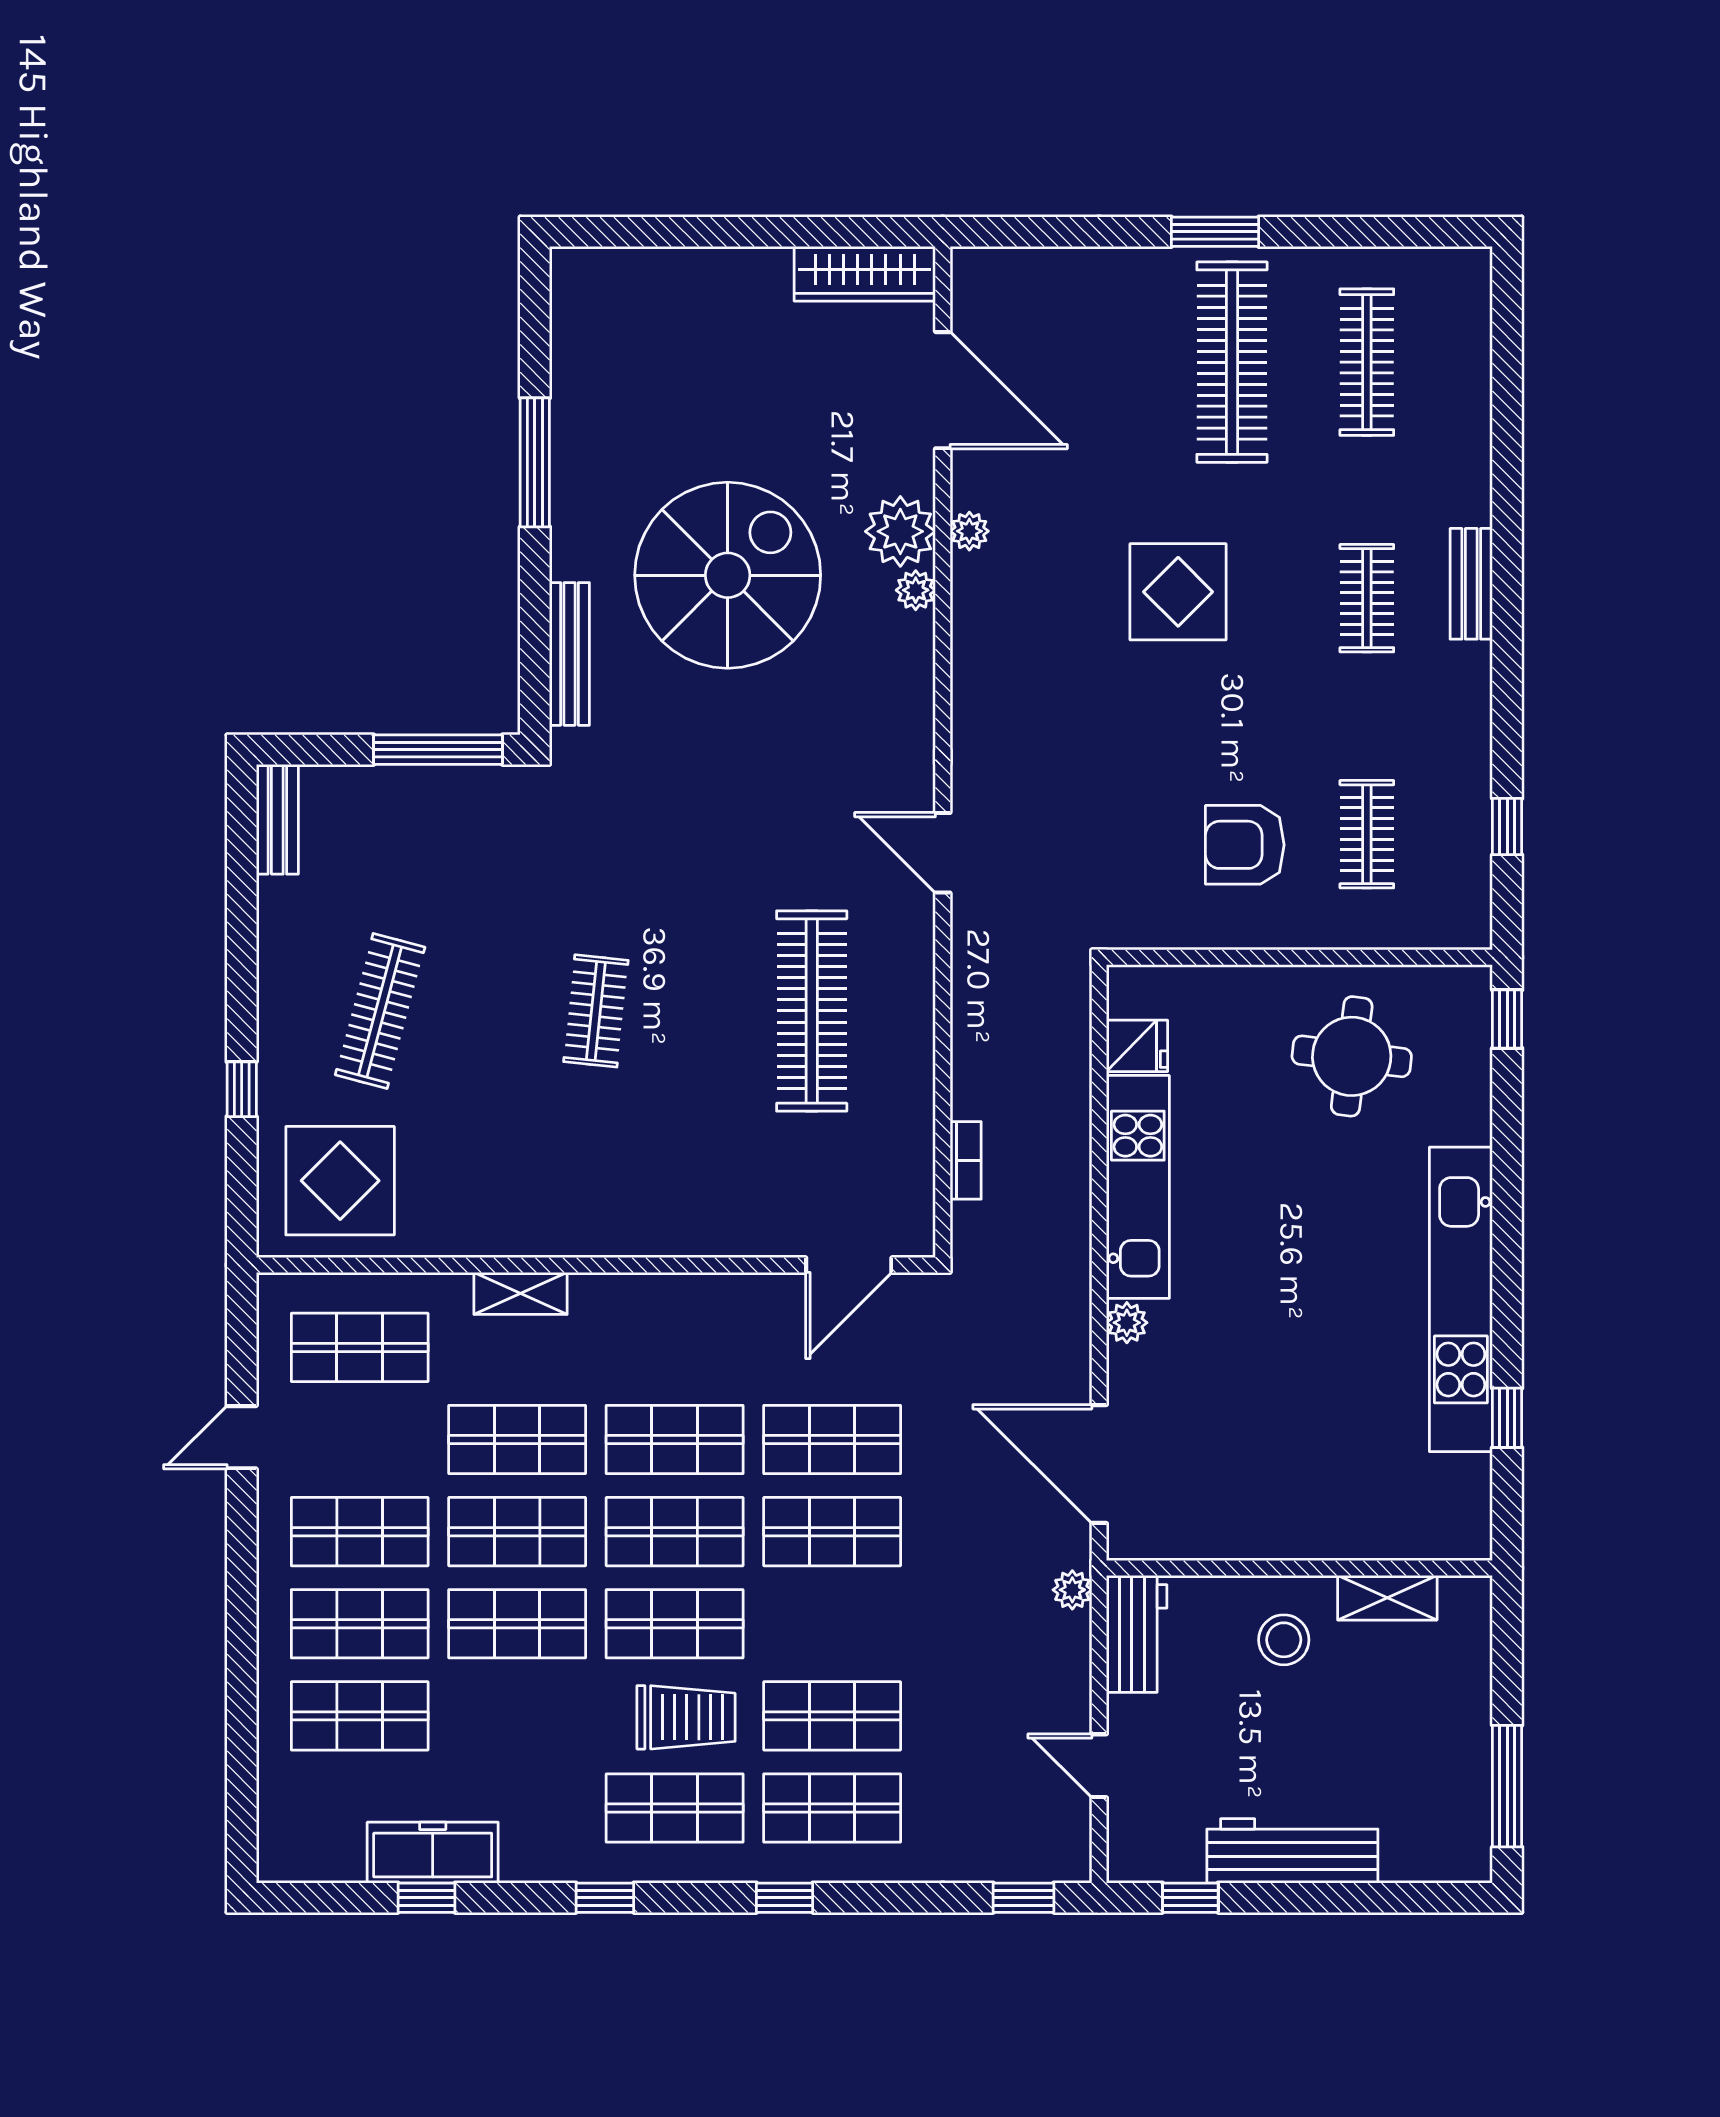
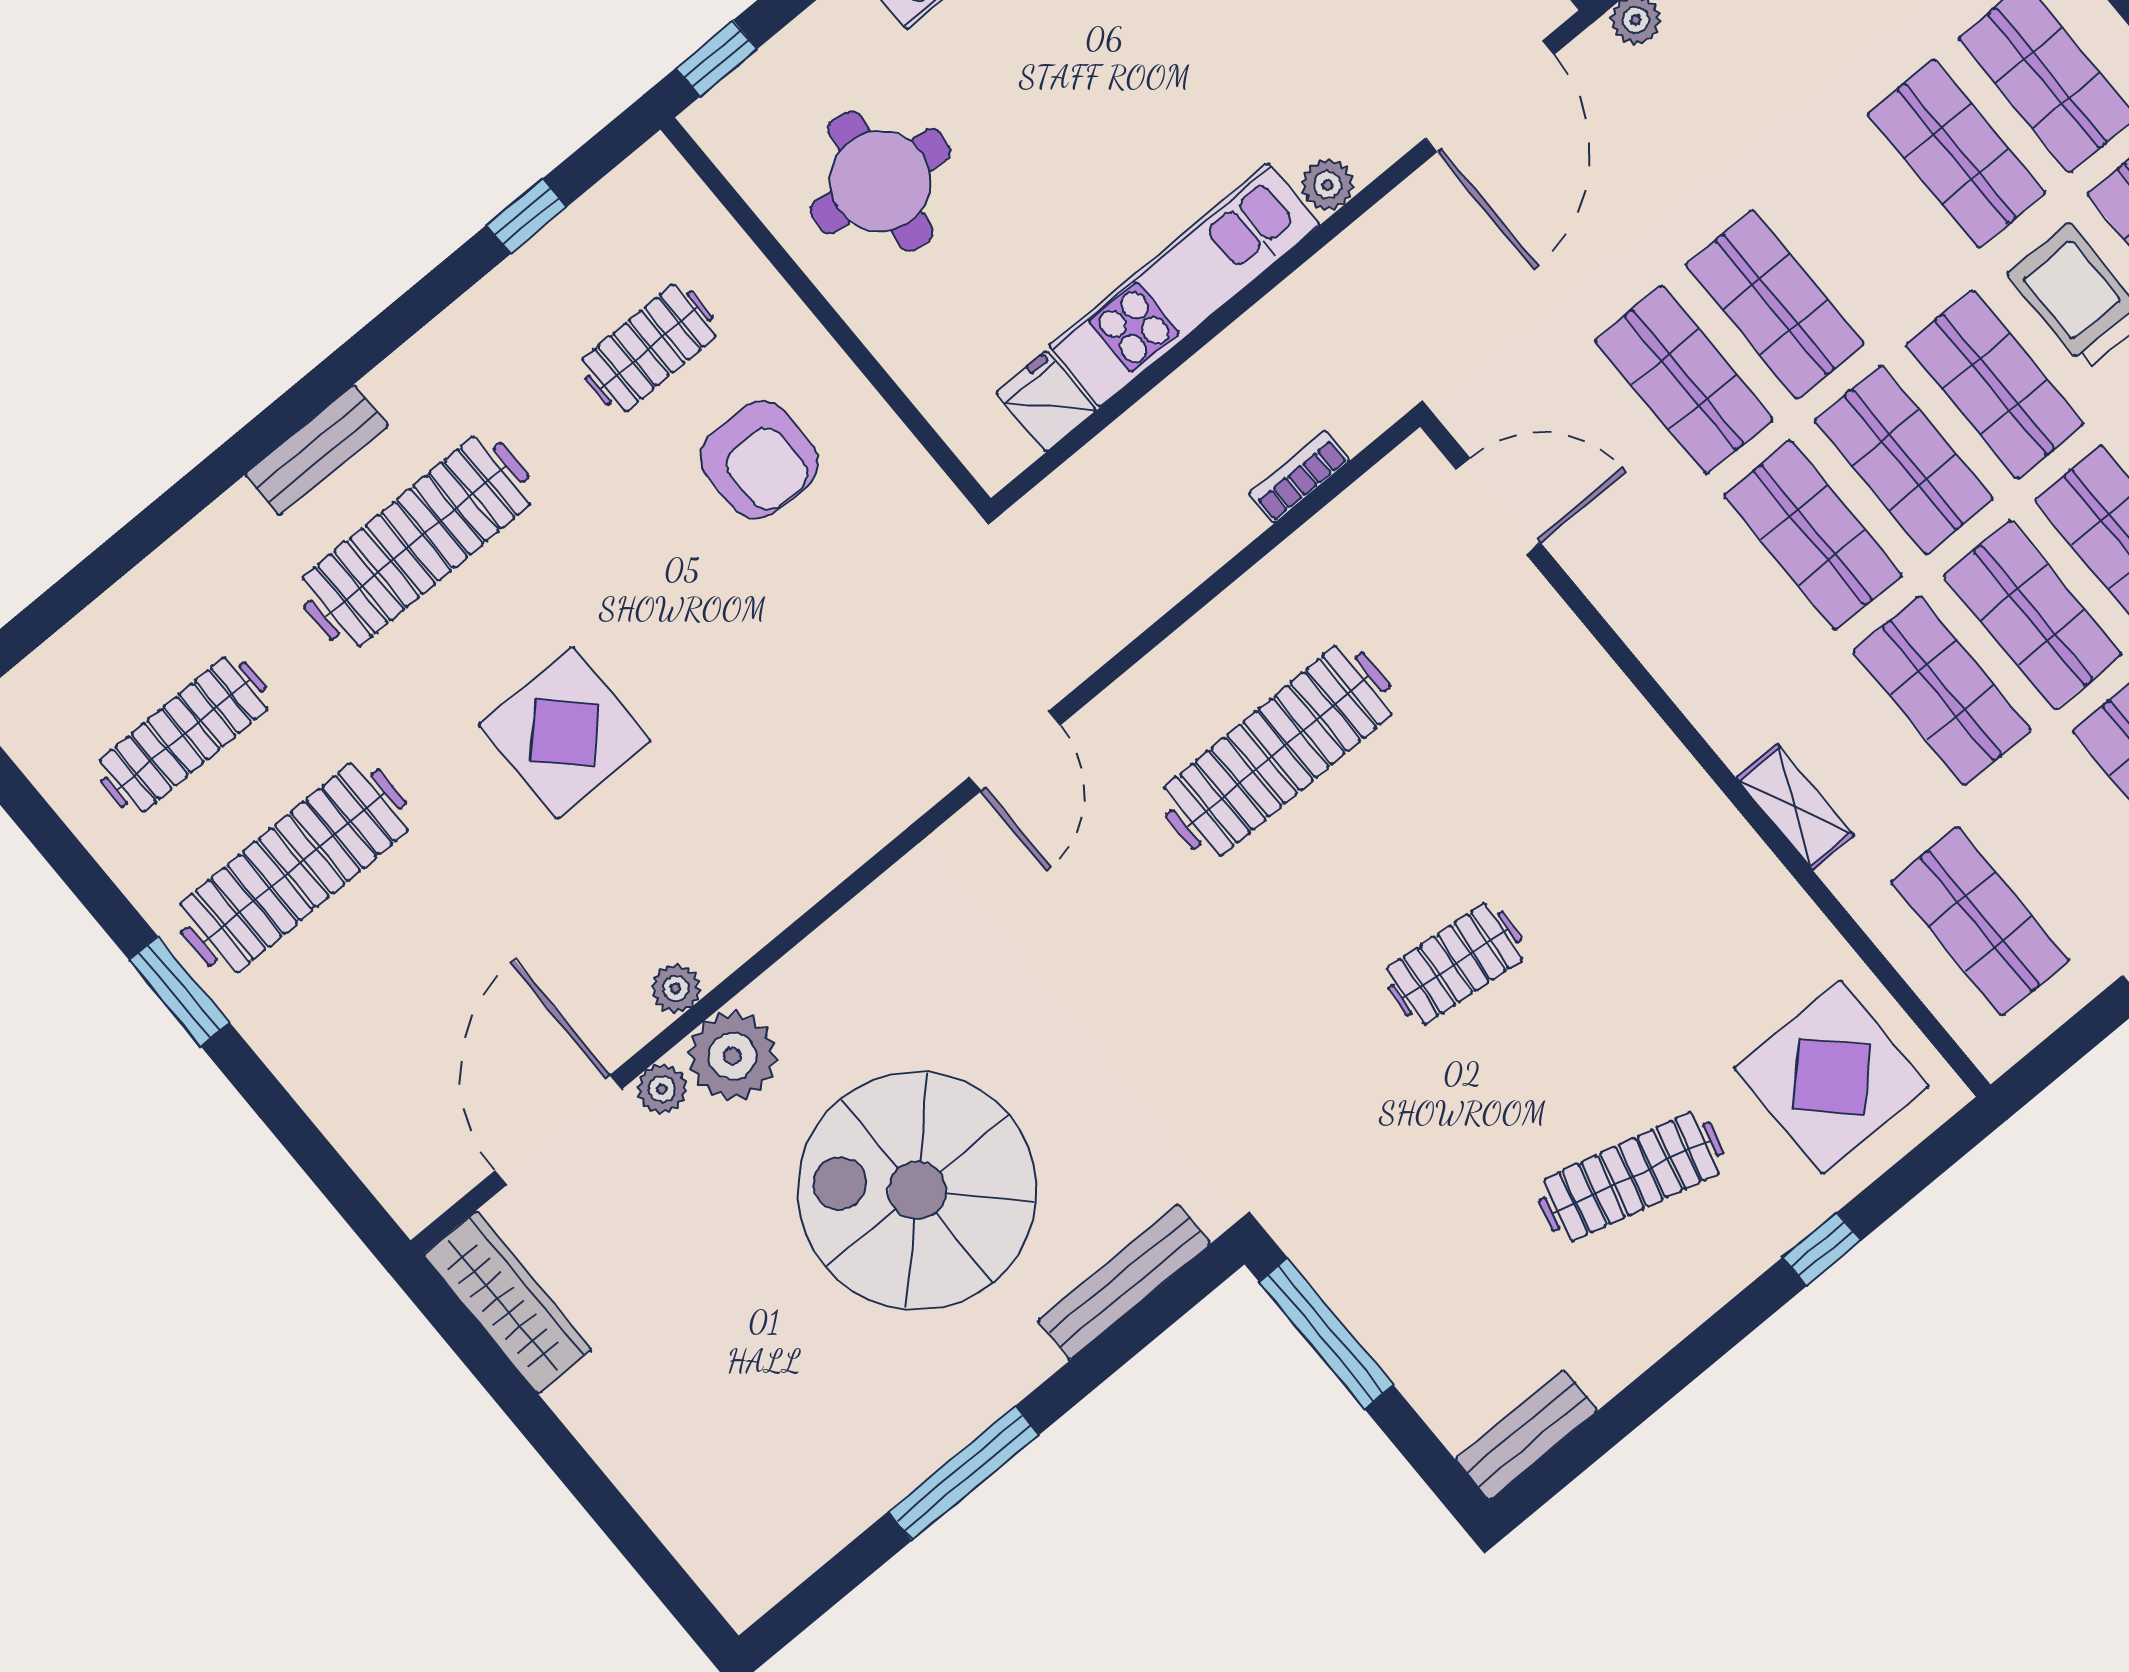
plant: (916, 590) -> (662, 1089), moved
clothes rail: (1367, 598) -> (416, 541), width x1.86, depth x1.31

